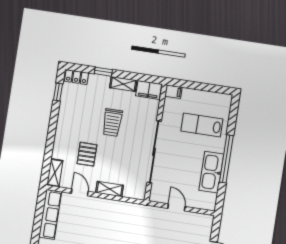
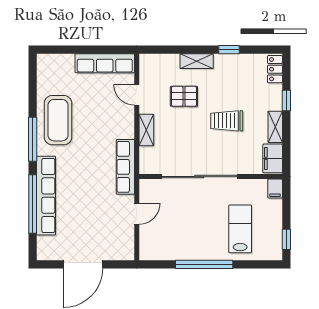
window: (216, 89) -> (286, 239), added
window: (58, 92) -> (229, 50), moved
kitchen sink: (211, 172) -> (185, 249), removed
shelving: (55, 173) -> (197, 61), moved
door: (80, 192) -> (137, 95), swing flipped
row of seats: (137, 211) -> (125, 167), added

